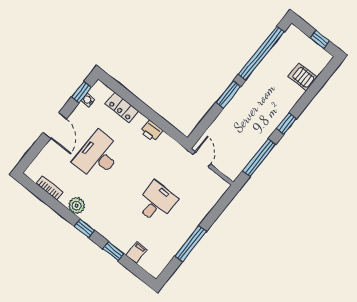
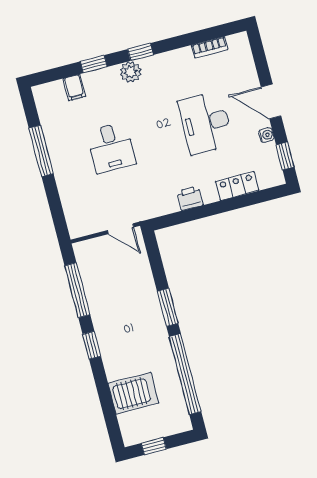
server rack: (303, 77) -> (133, 393), width x1.36, depth x1.44
water cooler: (88, 100) -> (266, 135), moved
desk: (98, 156) -> (206, 123), turned 180
plant: (77, 206) -> (130, 72), moved

